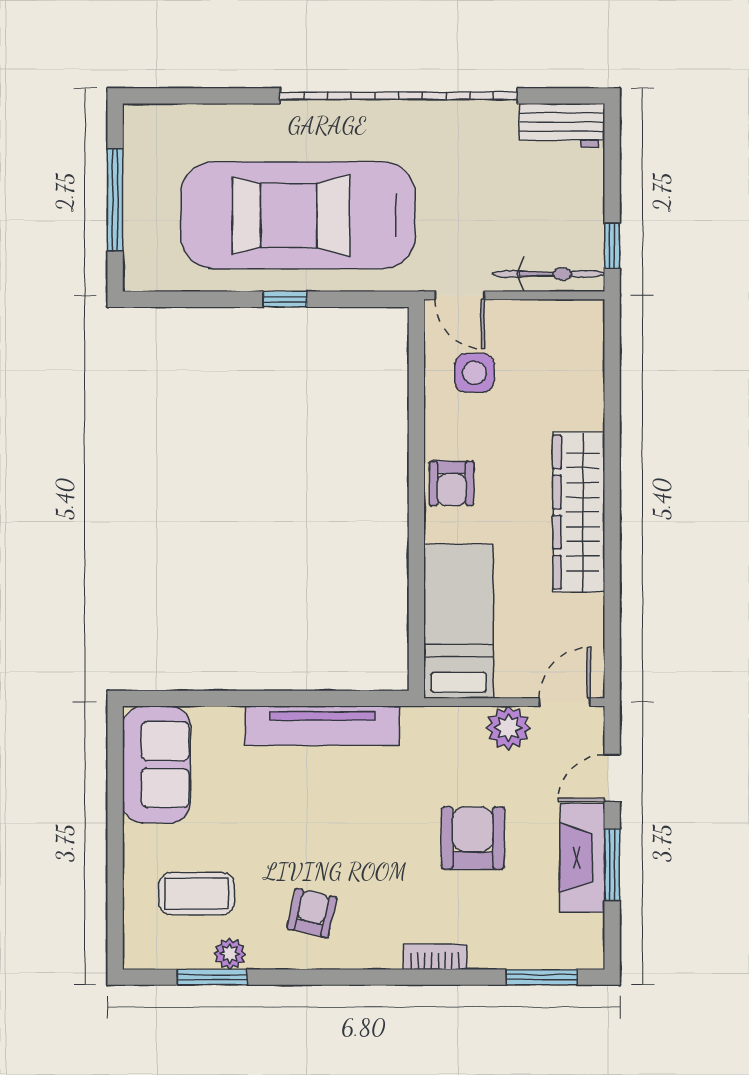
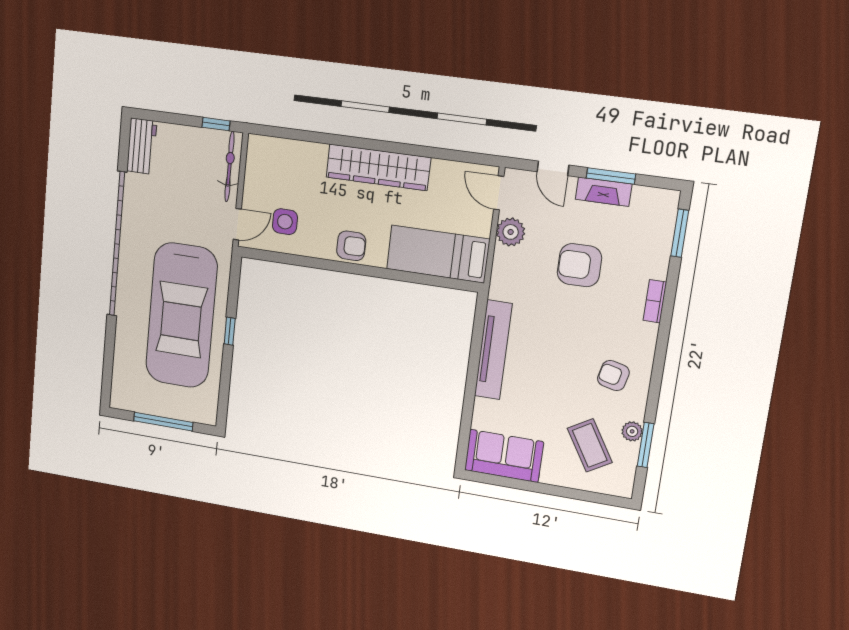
fireplace: (582, 858) -> (604, 192), width x0.73, depth x0.76
coffee table: (197, 894) -> (590, 445), turned -31

